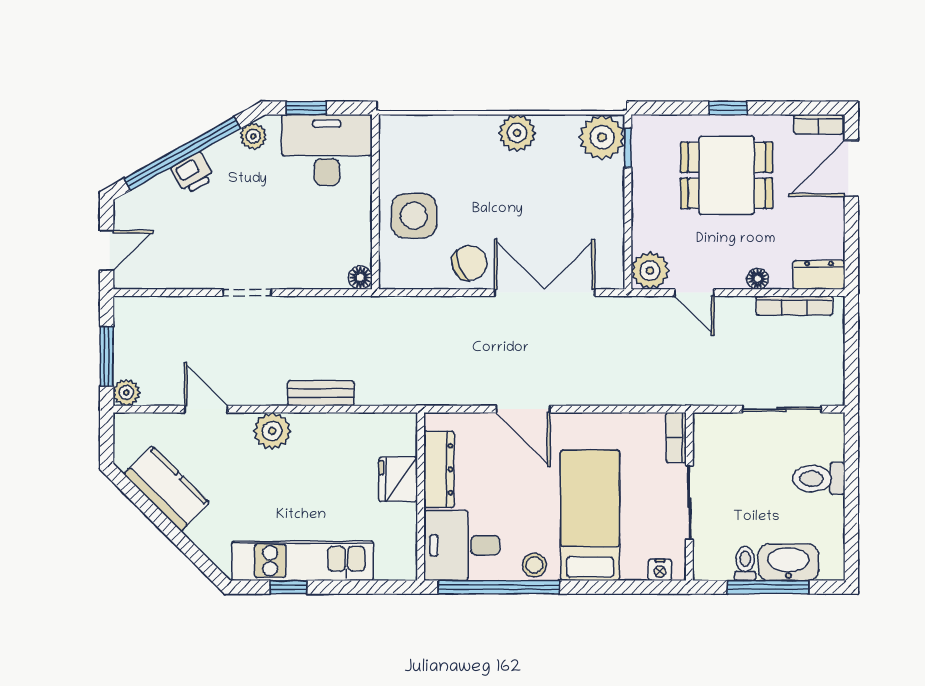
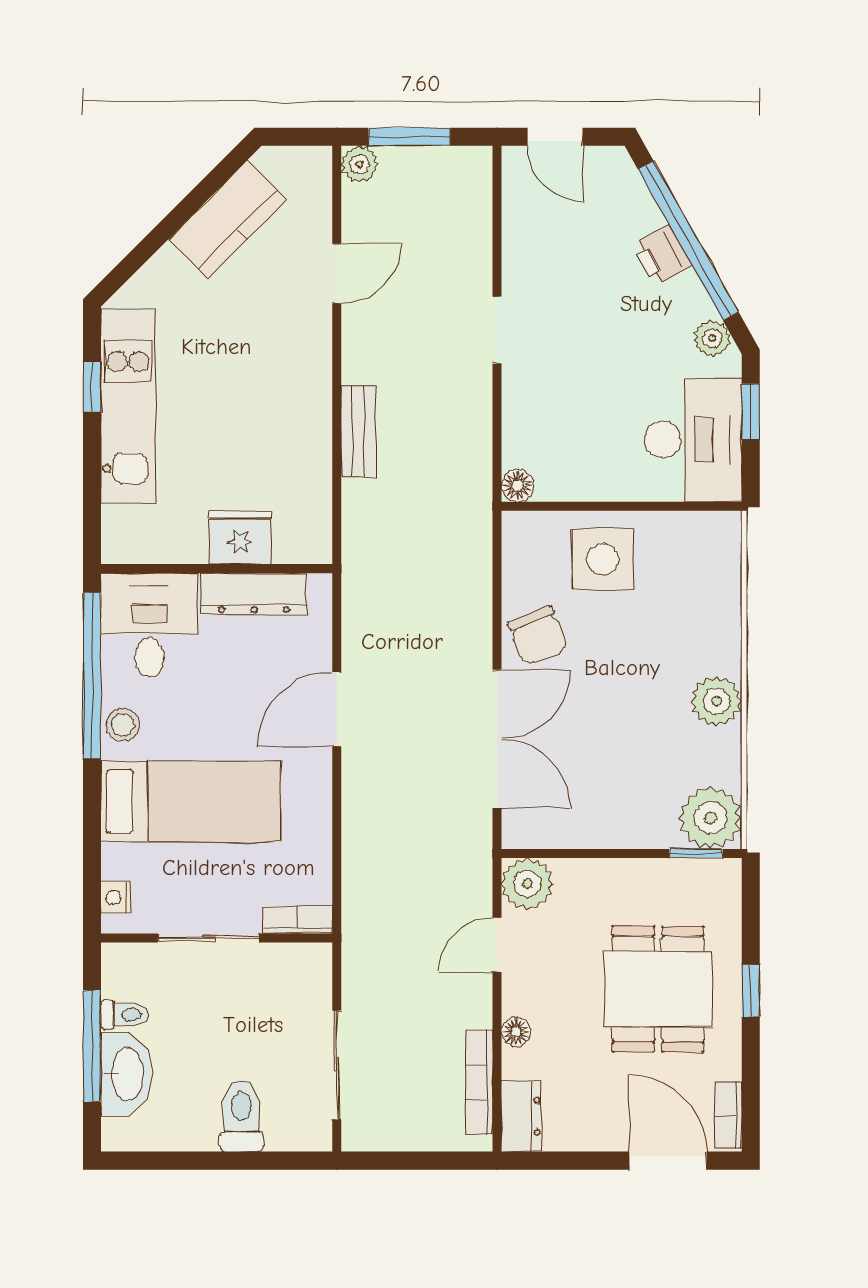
plant: (272, 431) -> (307, 364), removed

